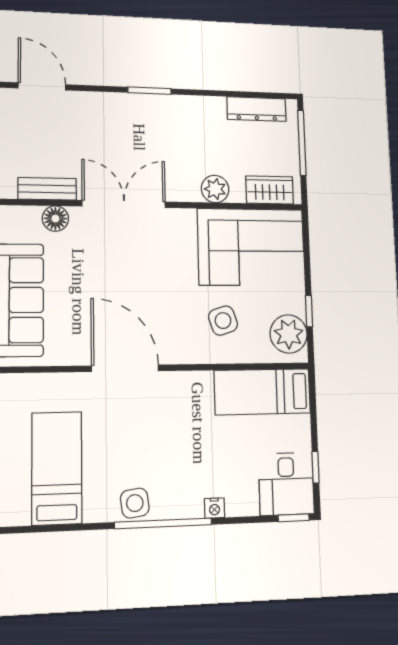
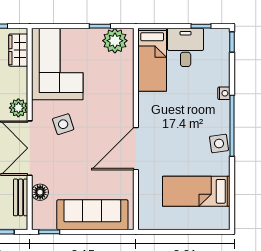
plant: (215, 189) -> (18, 108), moved
side table: (223, 321) -> (63, 124), moved
desk: (286, 484) -> (186, 47), moved, turned -90

